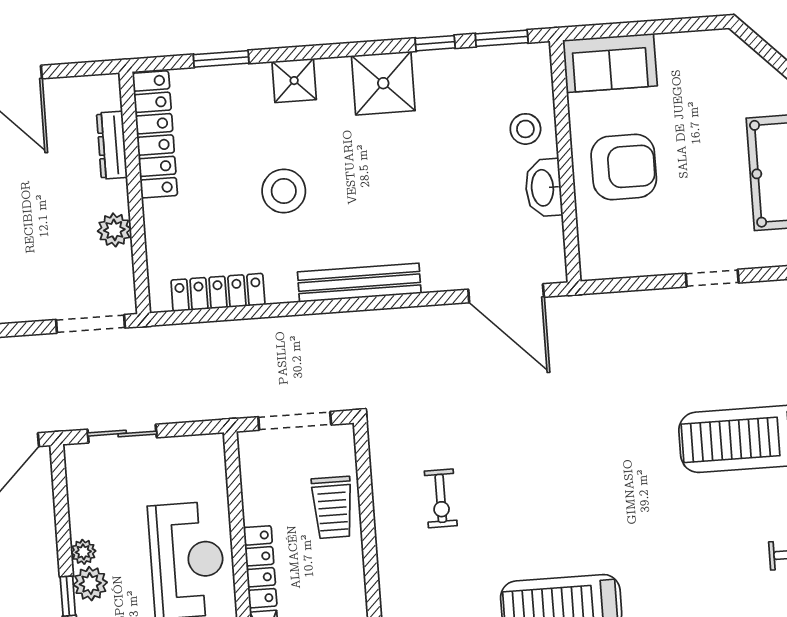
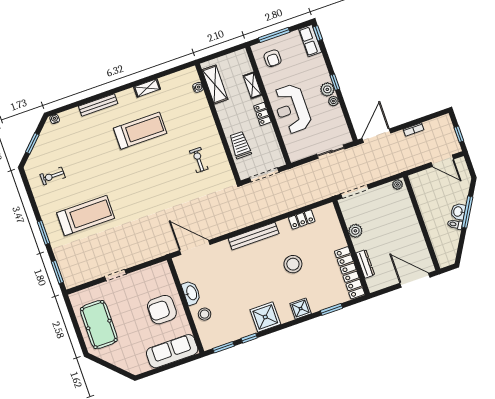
sofa: (610, 63) -> (172, 351), width x1.36
locker: (218, 292) -> (302, 219), width x0.66
locker: (260, 567) -> (262, 114), width x0.66

